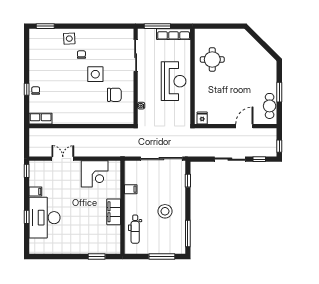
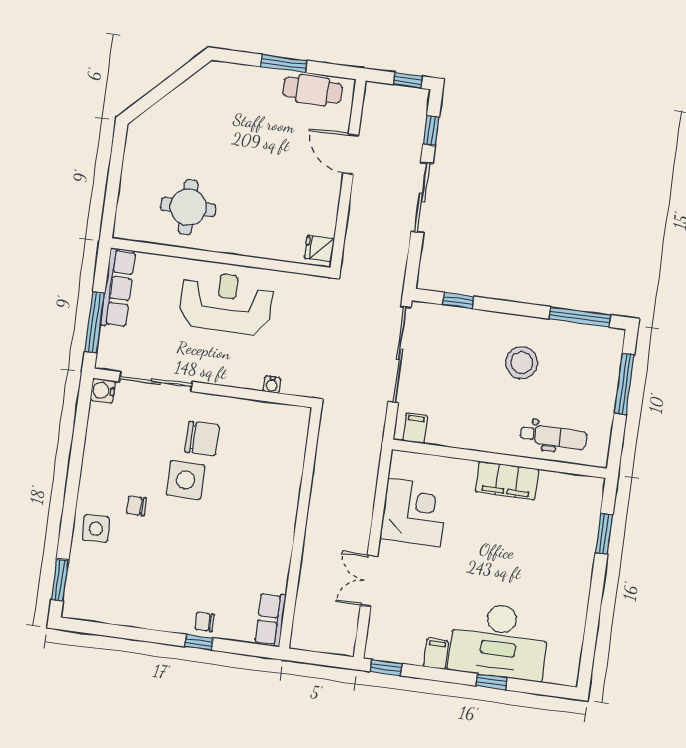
water cooler: (129, 34) -> (103, 391), added
chair: (114, 95) -> (202, 439), moved, turned 90
filing cabinet: (131, 189) -> (415, 428), moved

